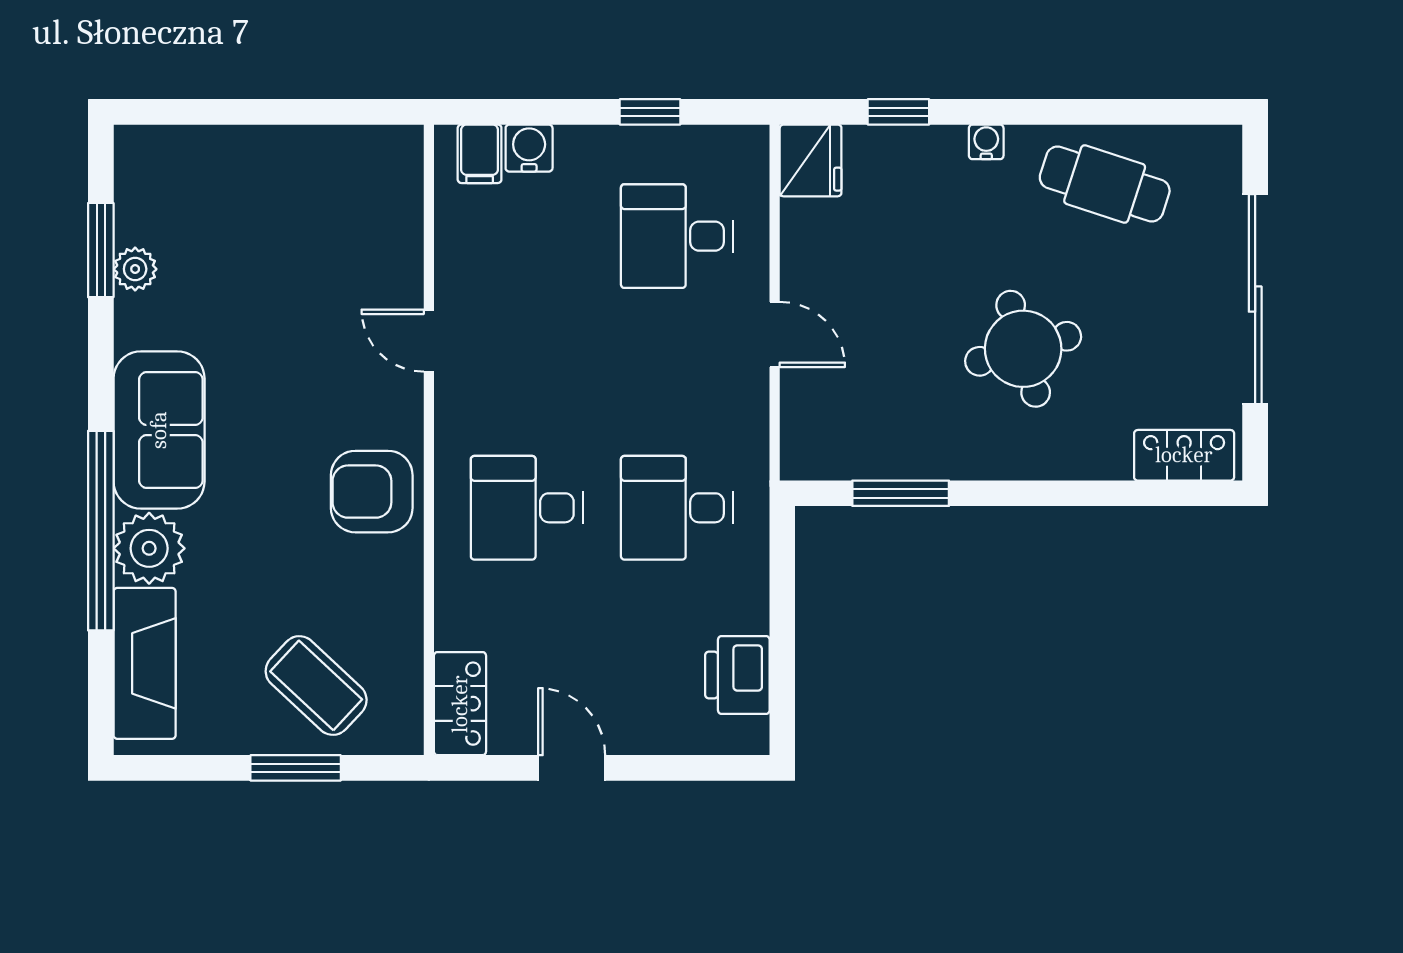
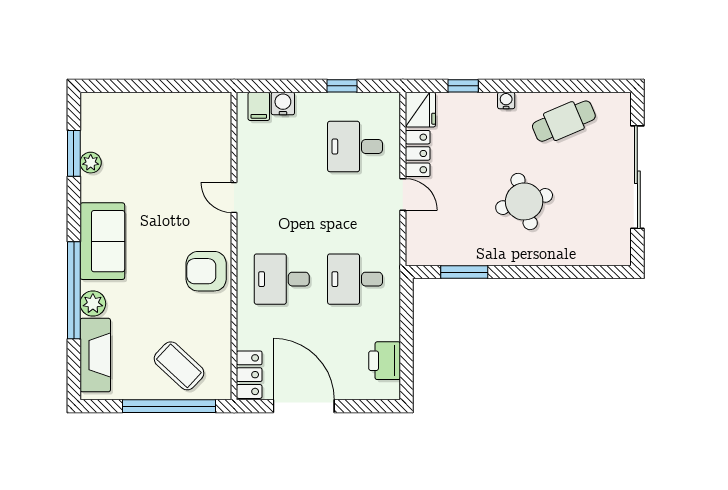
cafe table: (1105, 184) -> (564, 121), turned -41
locker: (1184, 455) -> (418, 153), moved, turned 90
plant: (149, 548) -> (93, 304), width x0.73, depth x0.73
window: (296, 768) -> (169, 406), width x2.11
door: (572, 768) -> (304, 406), width x1.88

